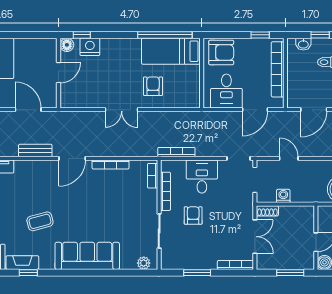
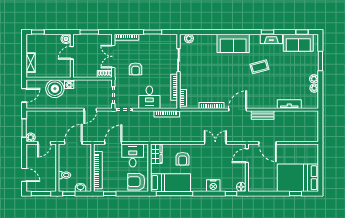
nightstand: (90, 47) -> (213, 186), moved
door: (59, 73) -> (247, 156), moved
wardrobe: (192, 94) -> (156, 154), added
double door: (122, 110) -> (215, 143), moved
door: (289, 158) -> (90, 110), hinge flipped
washing machine: (283, 196) -> (69, 84), moved
armchair: (193, 216) -> (136, 69), moved
sofa: (87, 256) -> (233, 43), width x0.73

